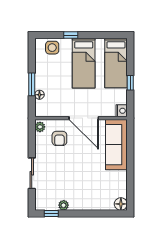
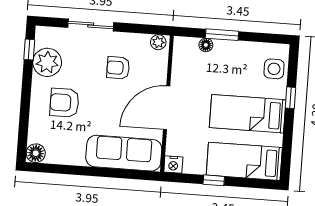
armchair: (59, 138) -> (118, 68), moved
armchair: (85, 187) -> (64, 103), added
plant: (64, 205) -> (47, 62), width x1.87, depth x1.87

